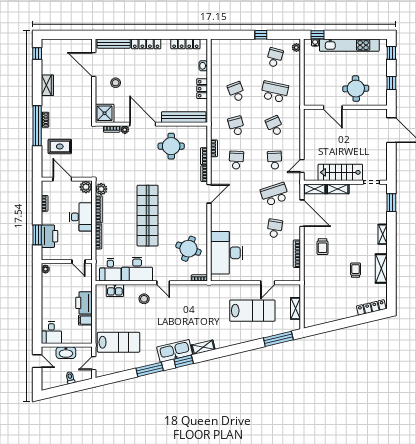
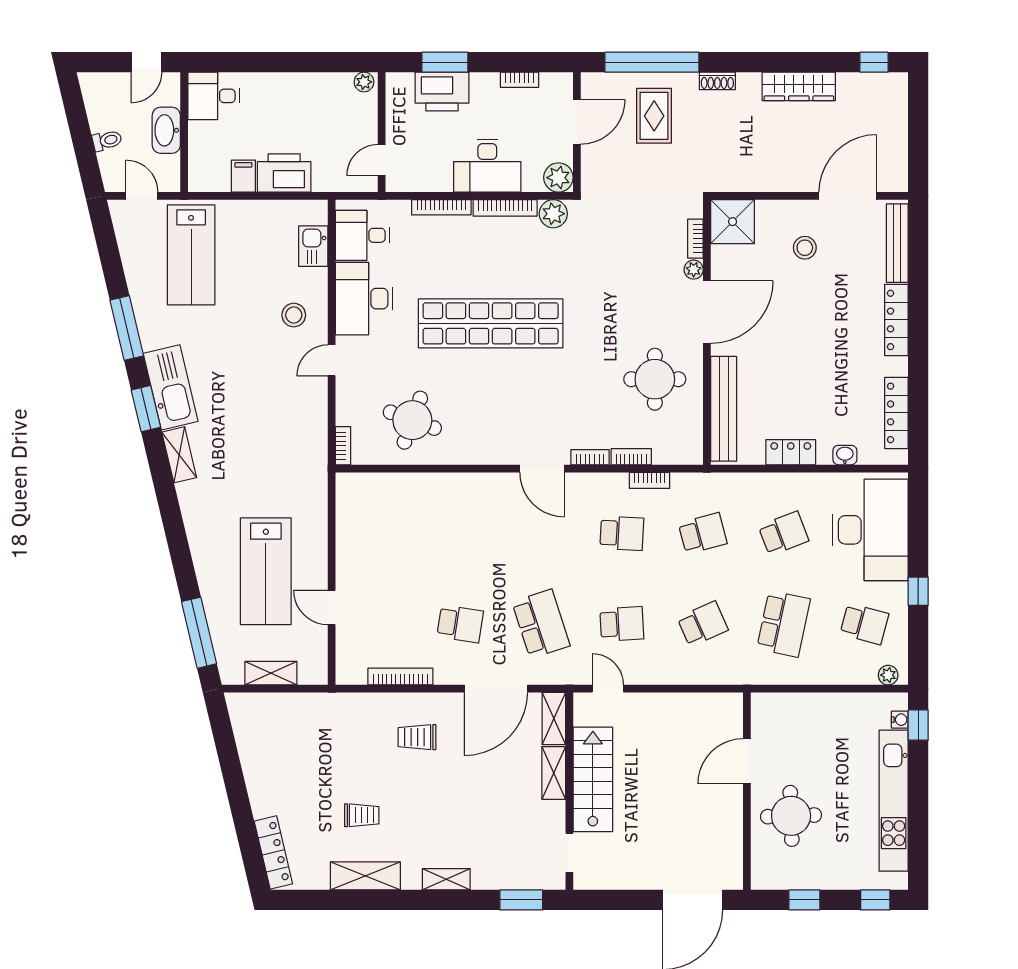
wardrobe: (47, 85) -> (799, 86), width x1.50
window: (37, 126) -> (652, 62), moved
desk: (227, 253) -> (870, 530), moved, turned 90

